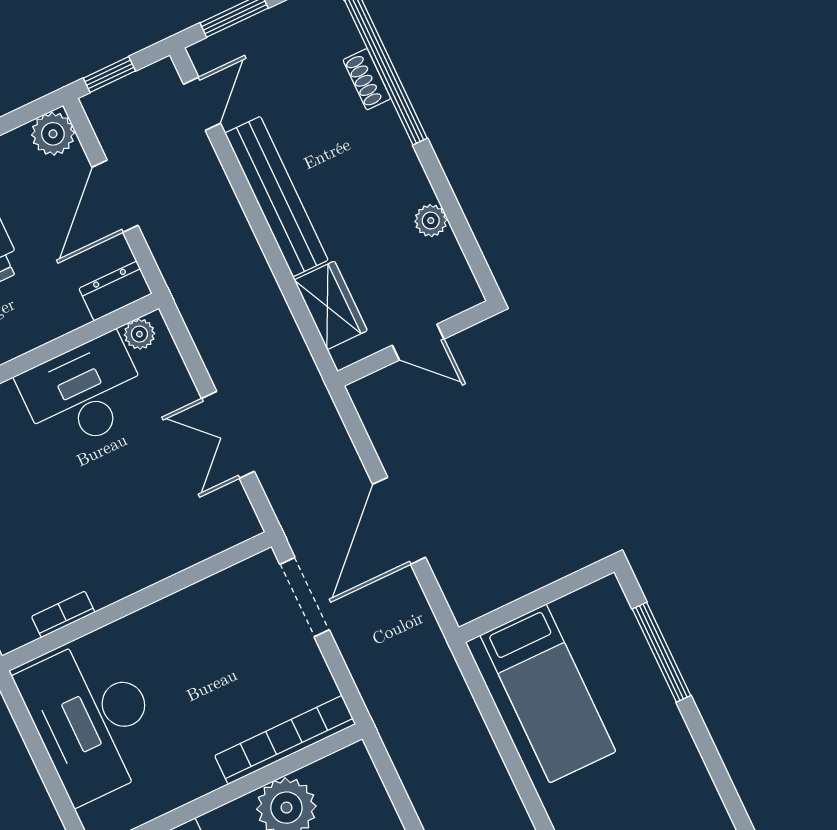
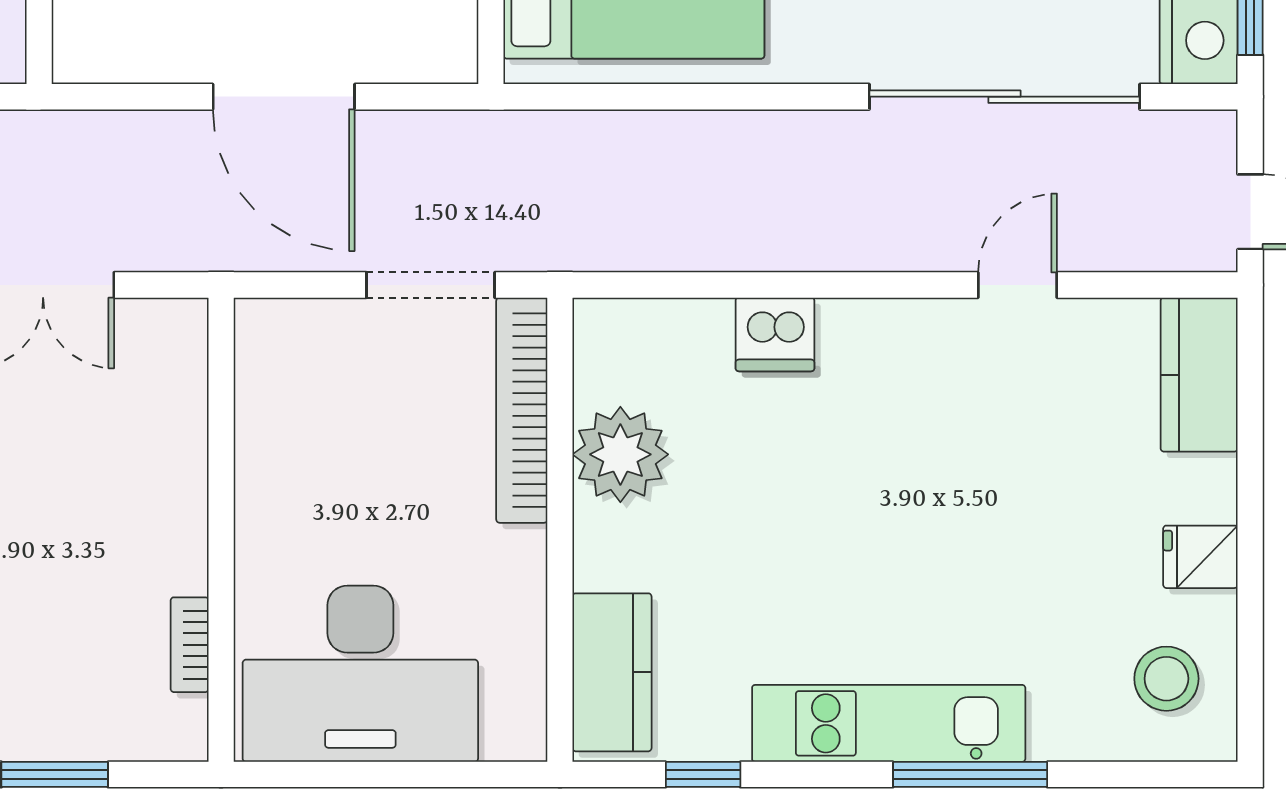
doorway: (305, 597) -> (431, 285), moved

